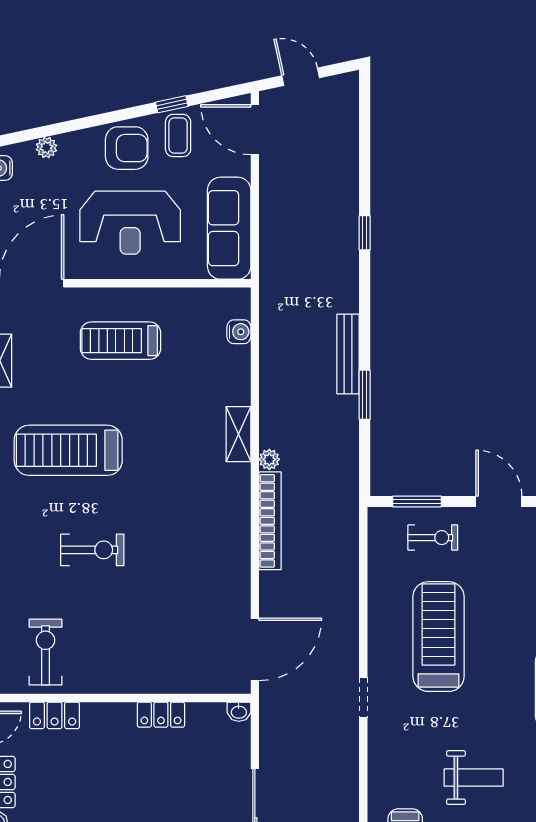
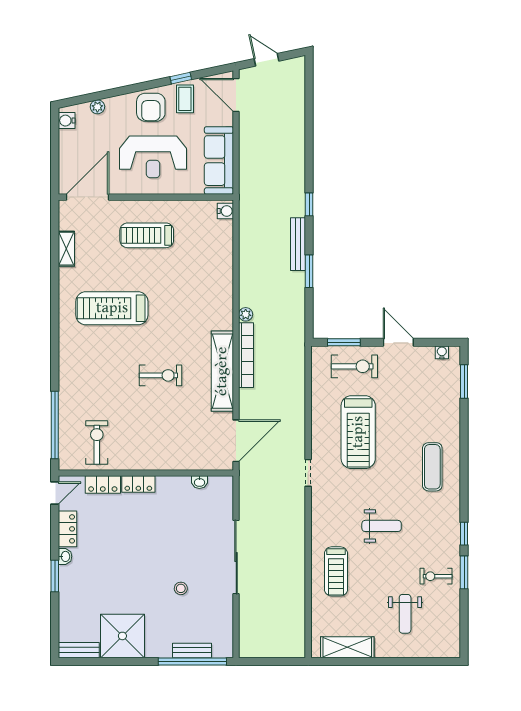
armchair: (127, 148) -> (151, 107), turned 90
window: (365, 233) -> (309, 204), moved
water cooler: (239, 332) -> (225, 211), moved
shelving: (238, 434) -> (222, 371), moved, width x2.20, depth x1.33
exercise bike: (433, 538) -> (354, 366), width x1.38, depth x1.39
exercise bike: (92, 550) -> (161, 375), moved
treadmill: (438, 637) -> (358, 432), turned 180
washbasin: (239, 712) -> (199, 482), moved
locker: (161, 715) -> (138, 484), moved

